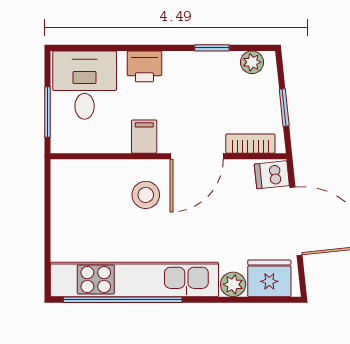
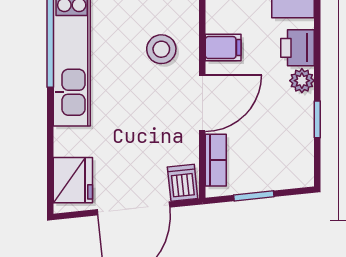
plant: (252, 62) -> (302, 81), moved
door: (197, 156) -> (202, 103), swing flipped
plant: (233, 284) -> (66, 142), removed

